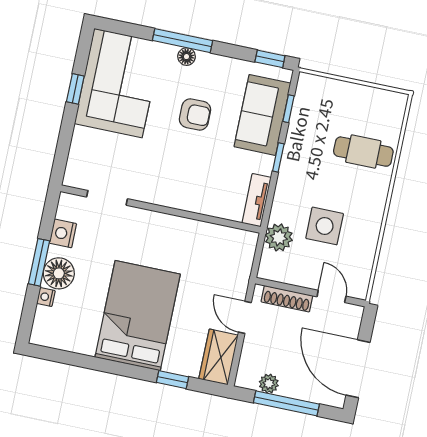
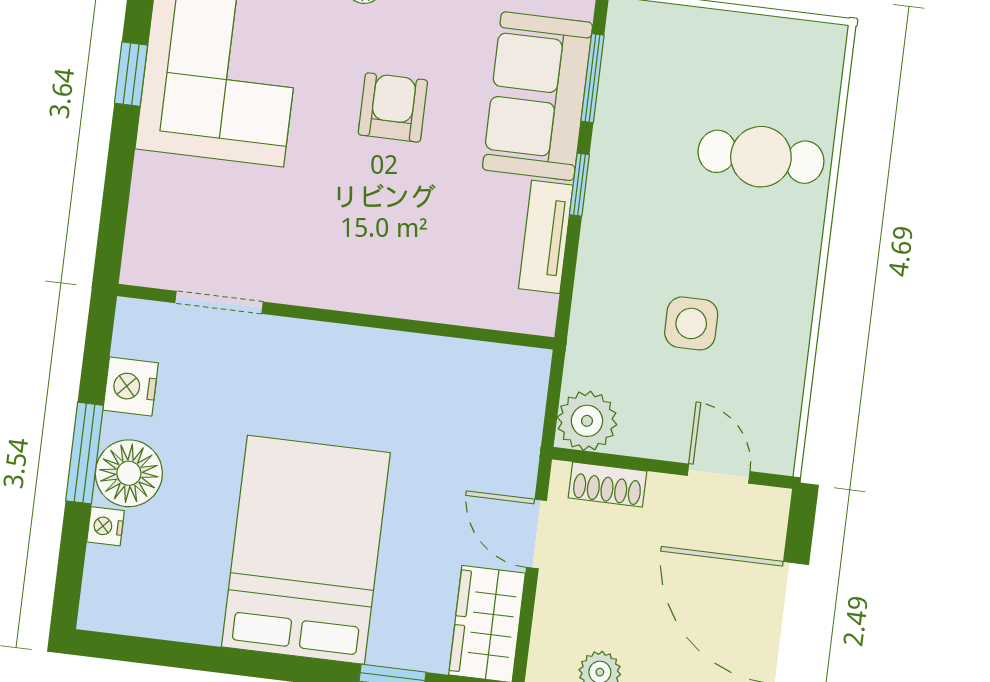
window: (288, 109) -> (592, 78), width x1.50
armchair: (195, 115) -> (393, 107), turned -90
tv unit: (257, 200) -> (546, 237), moved
side table: (325, 226) -> (691, 323), width x0.73, depth x0.73
plant: (279, 237) -> (587, 421), moved
shoe rack: (287, 299) -> (608, 485), width x0.70

